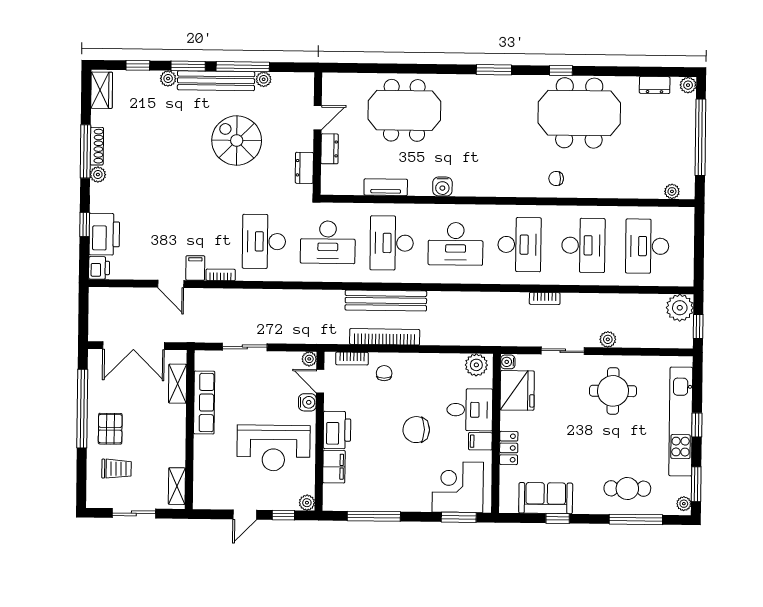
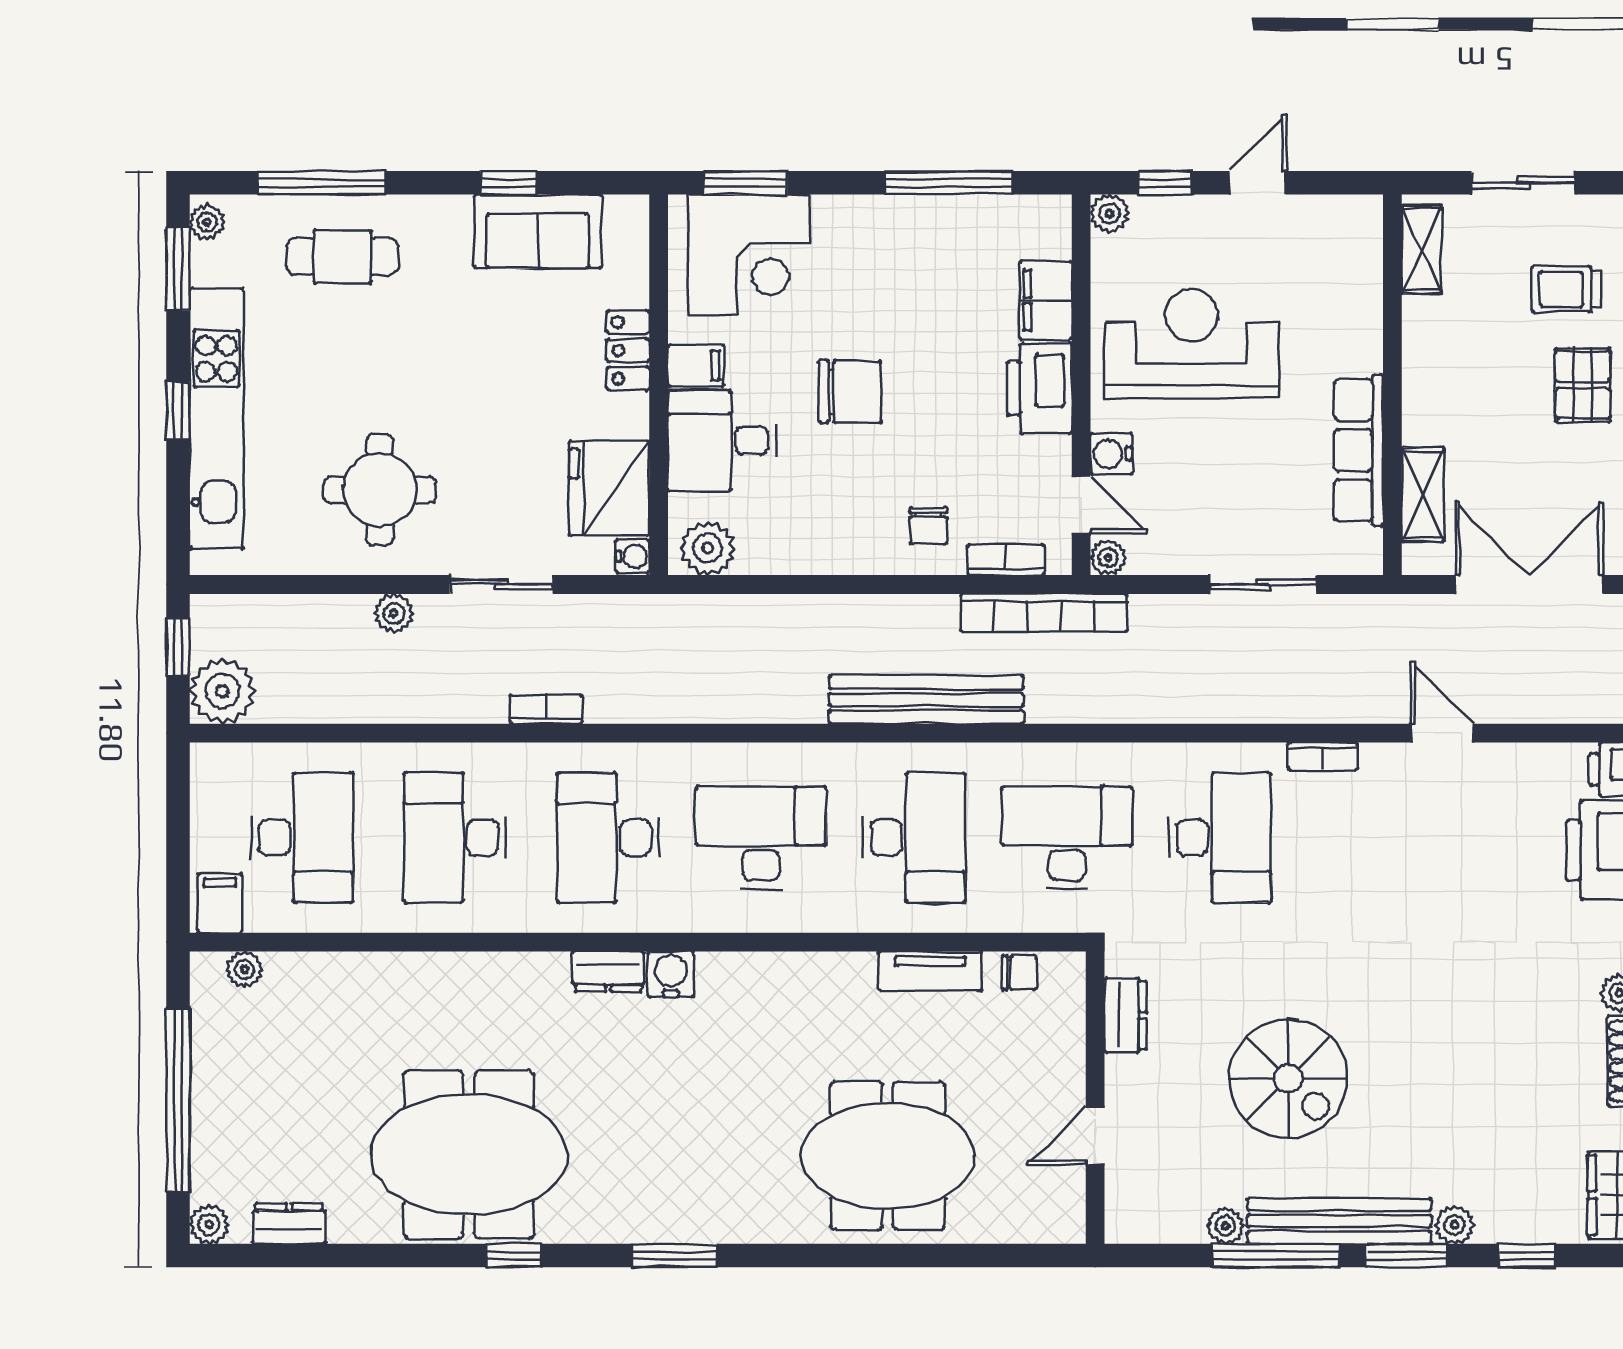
dresser: (330, 149) -> (608, 972), moved, turned -90
chair: (556, 179) -> (1019, 973), moved
water cooler: (442, 187) -> (671, 974), moved
filing cabinet: (195, 268) -> (220, 903), moved, turned 180
bookcase: (385, 337) -> (1044, 613), moved

